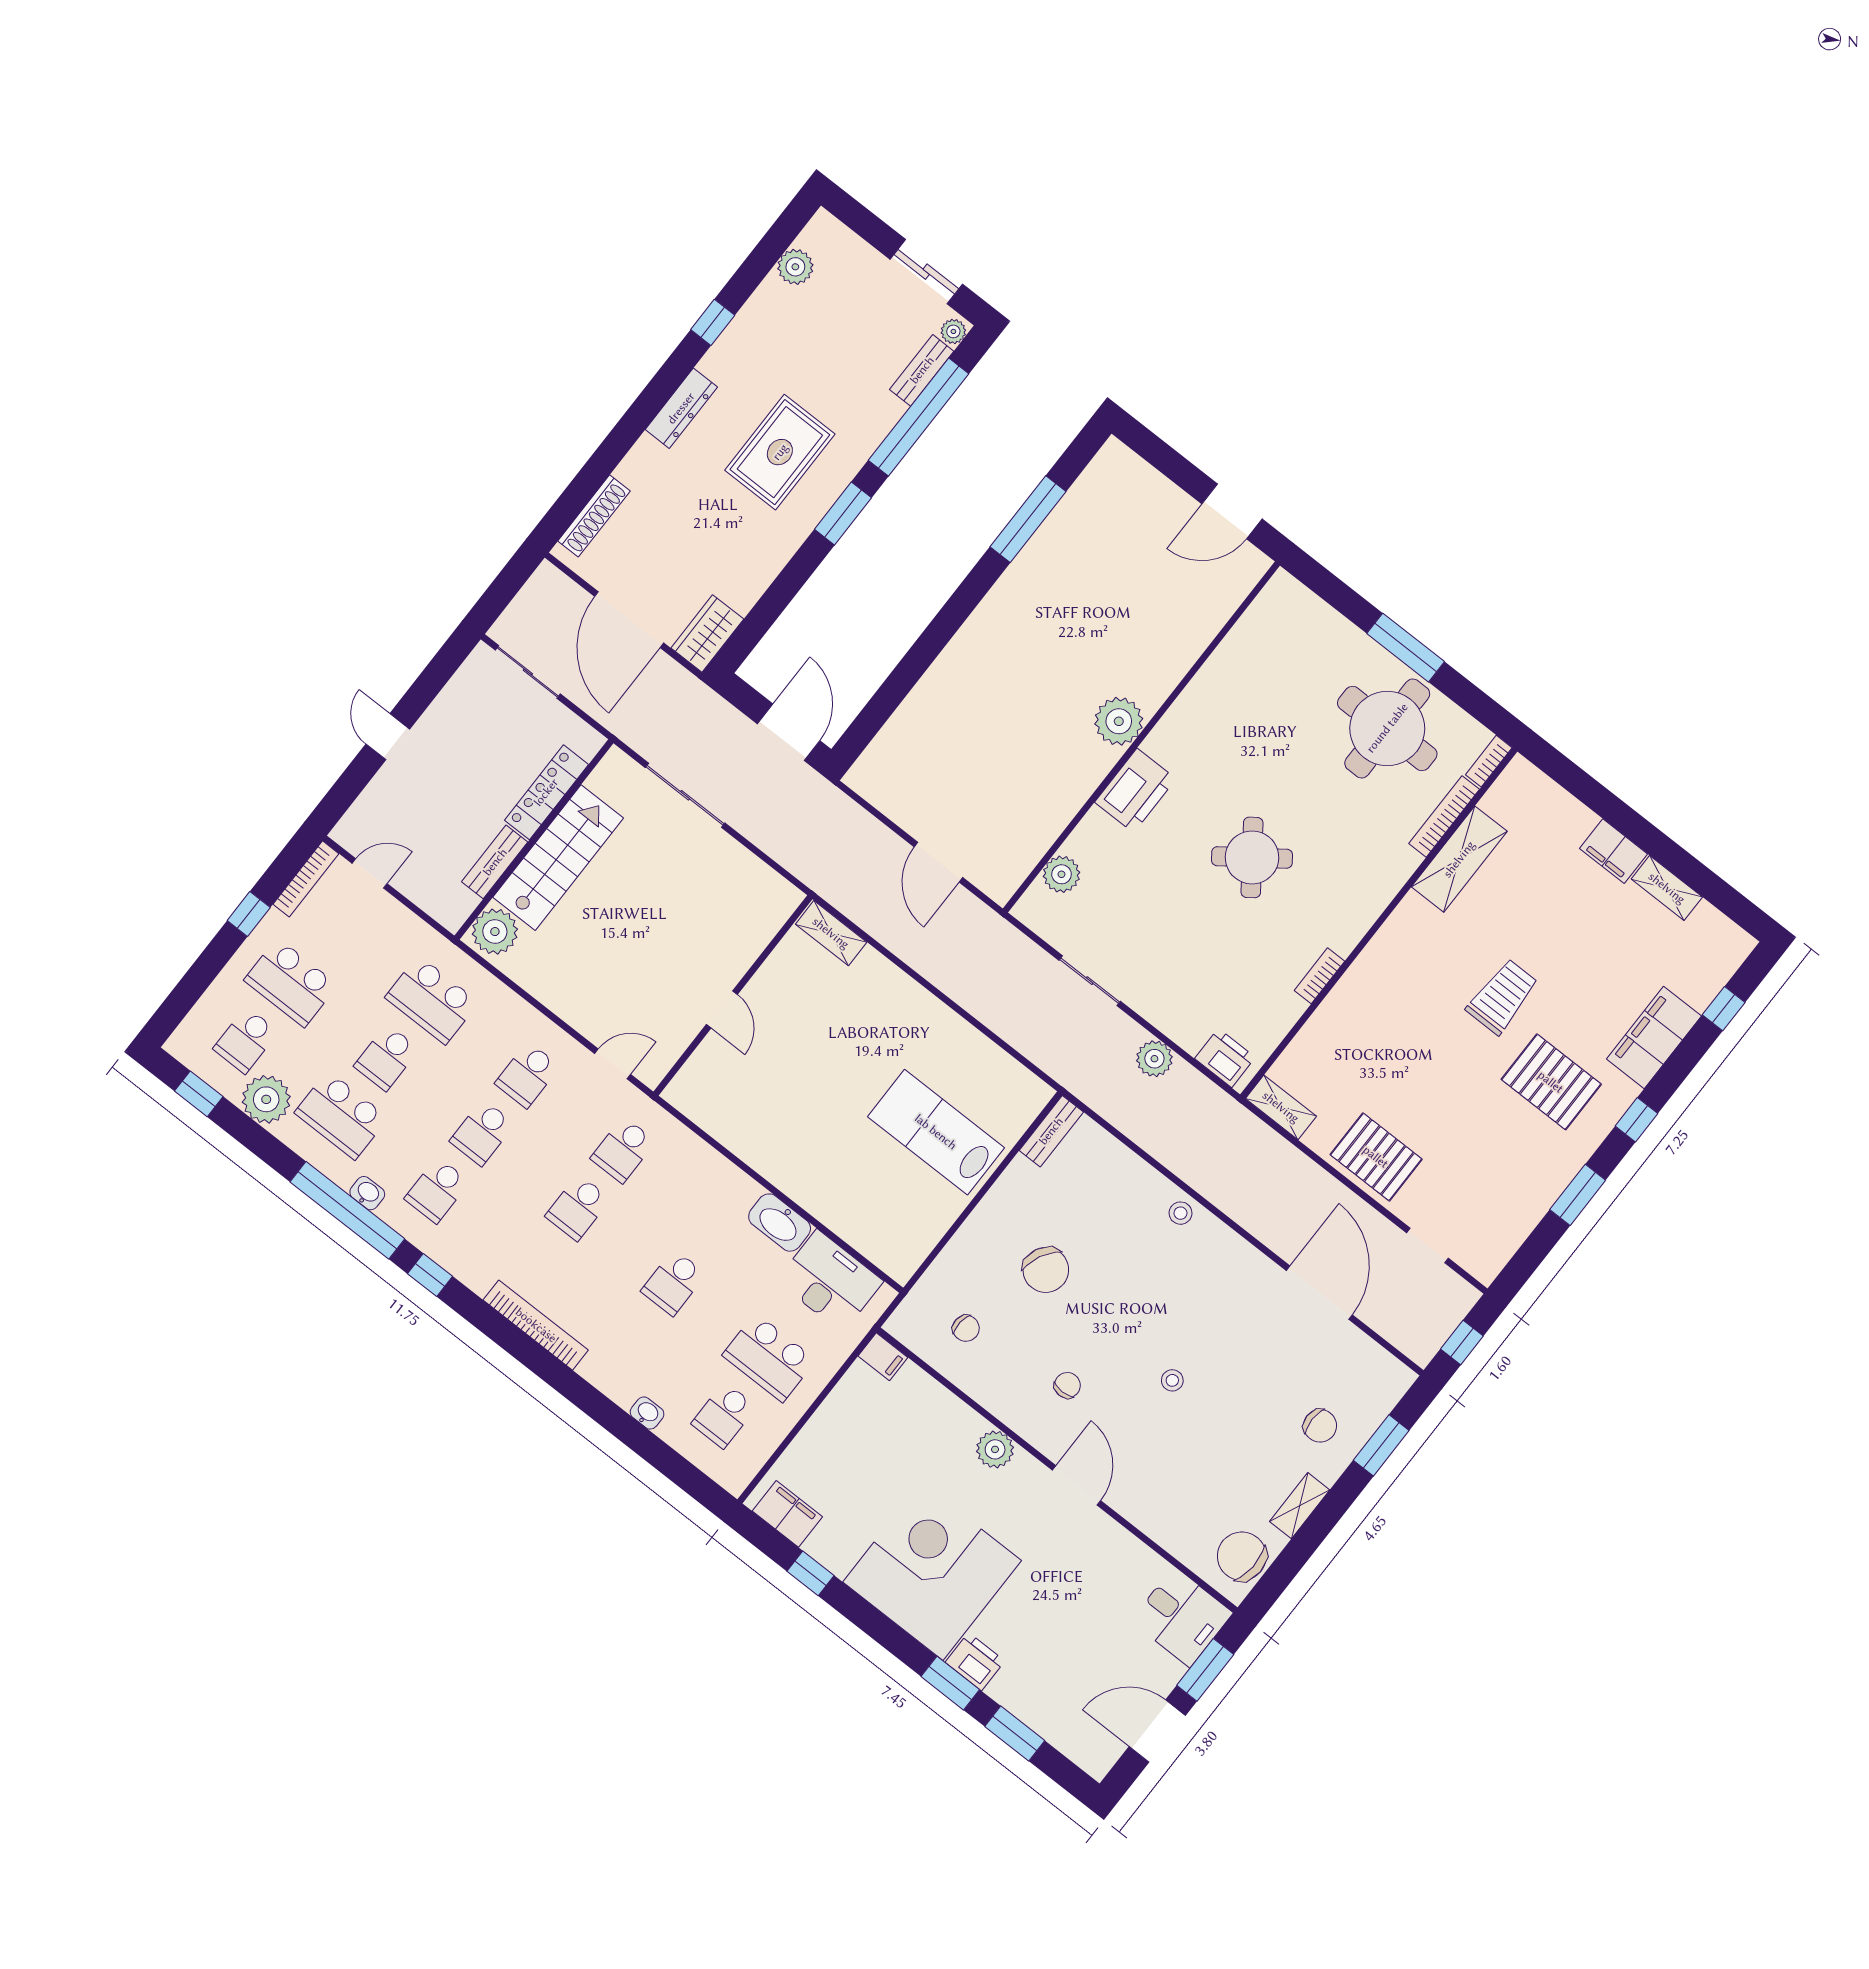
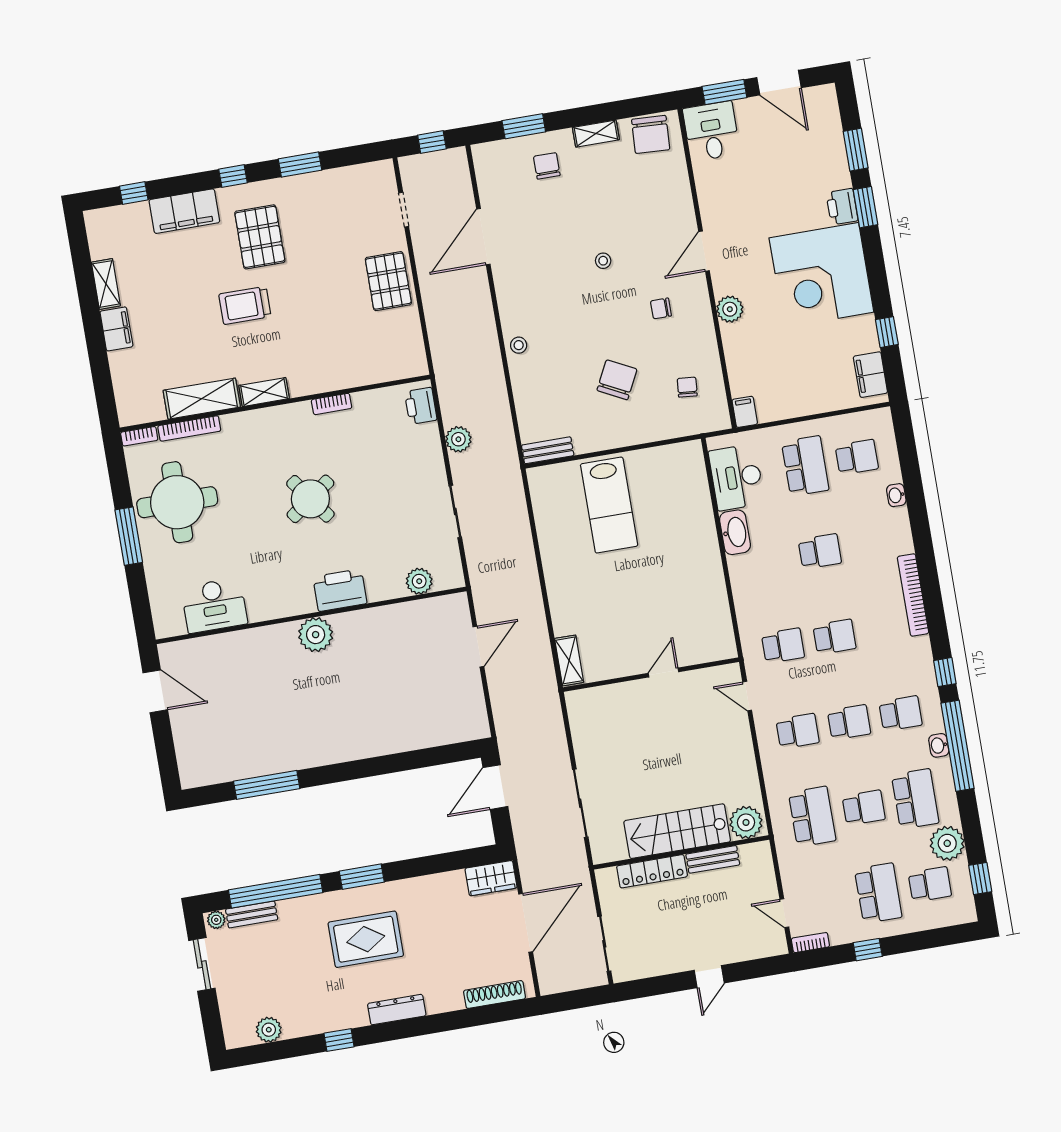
desk: (1251, 656) -> (214, 605), added
bookcase: (306, 879) -> (810, 943), width x0.64
shelving: (1281, 1107) -> (264, 392), moved, turned 90

